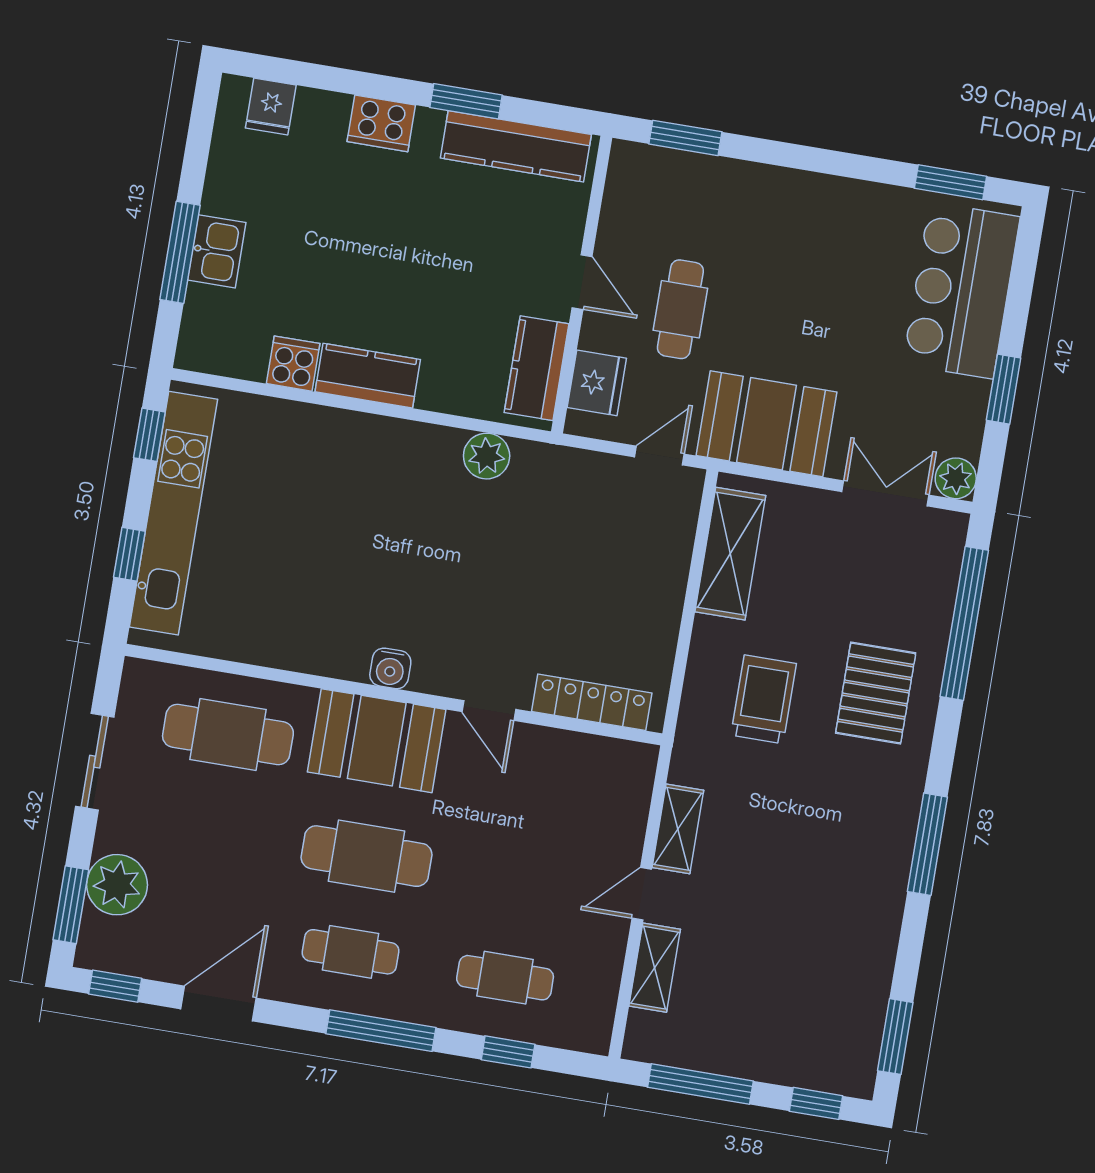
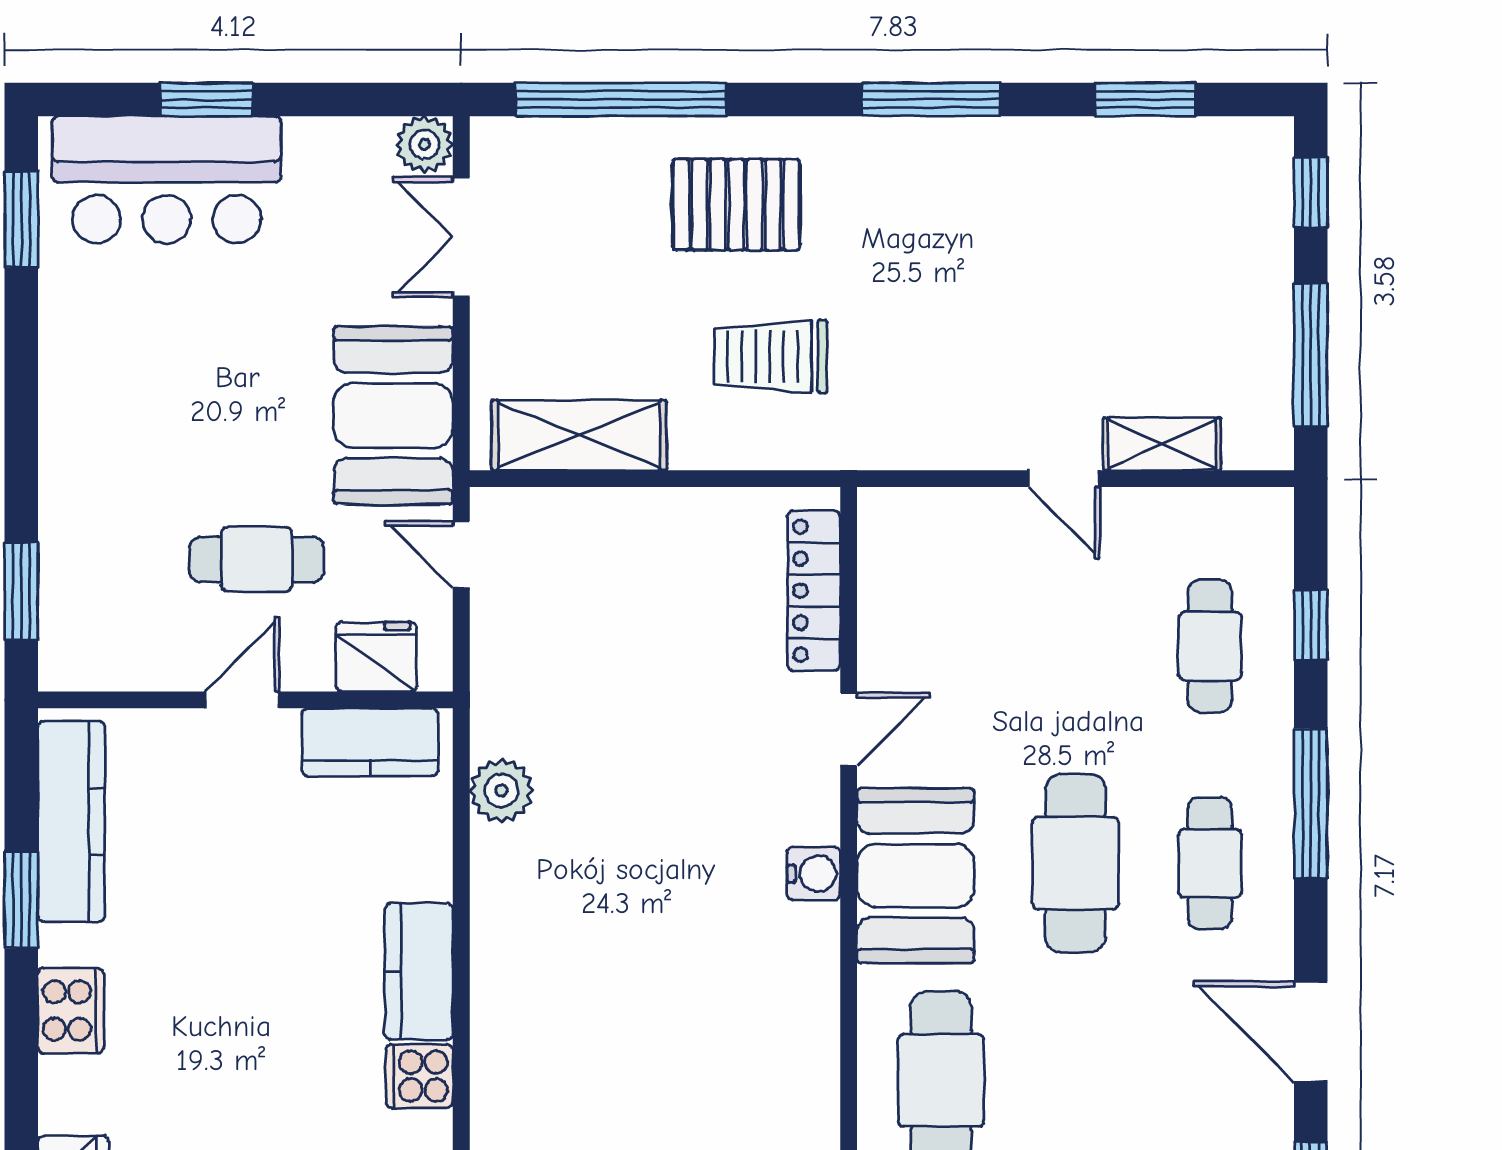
window: (1004, 389) -> (206, 100), moved
shelving: (678, 829) -> (967, 444), removed
window: (895, 1037) -> (1145, 100), moved

